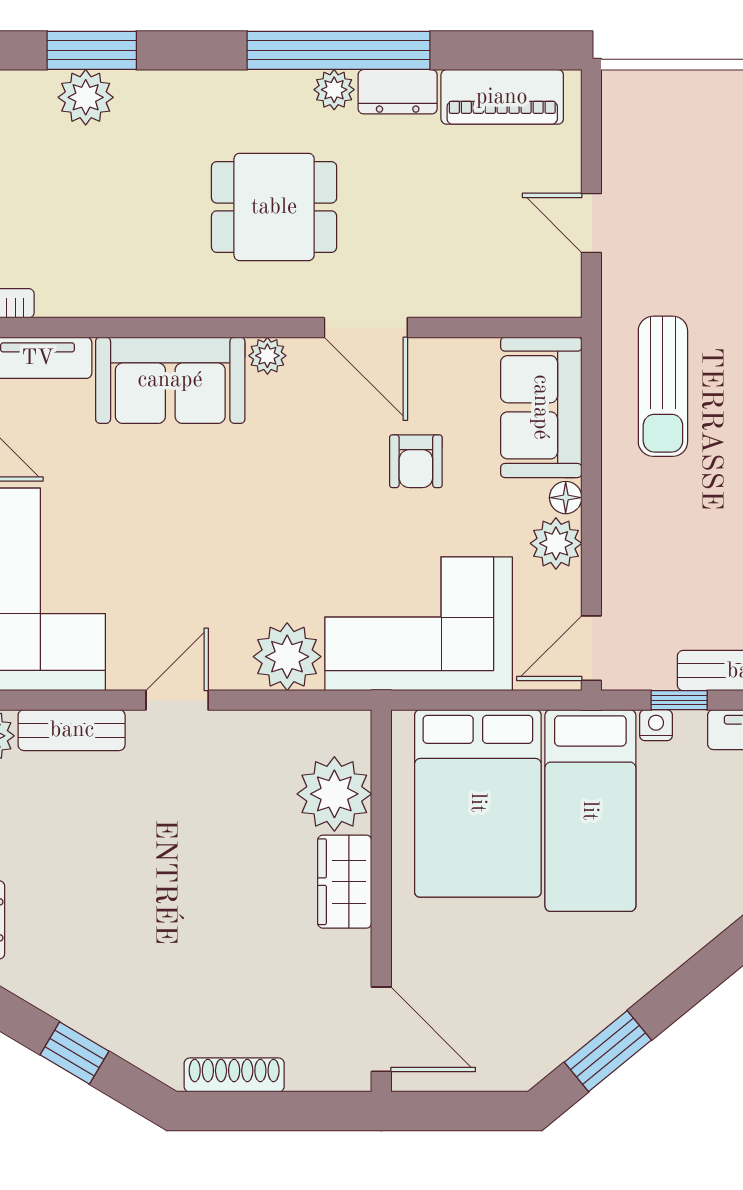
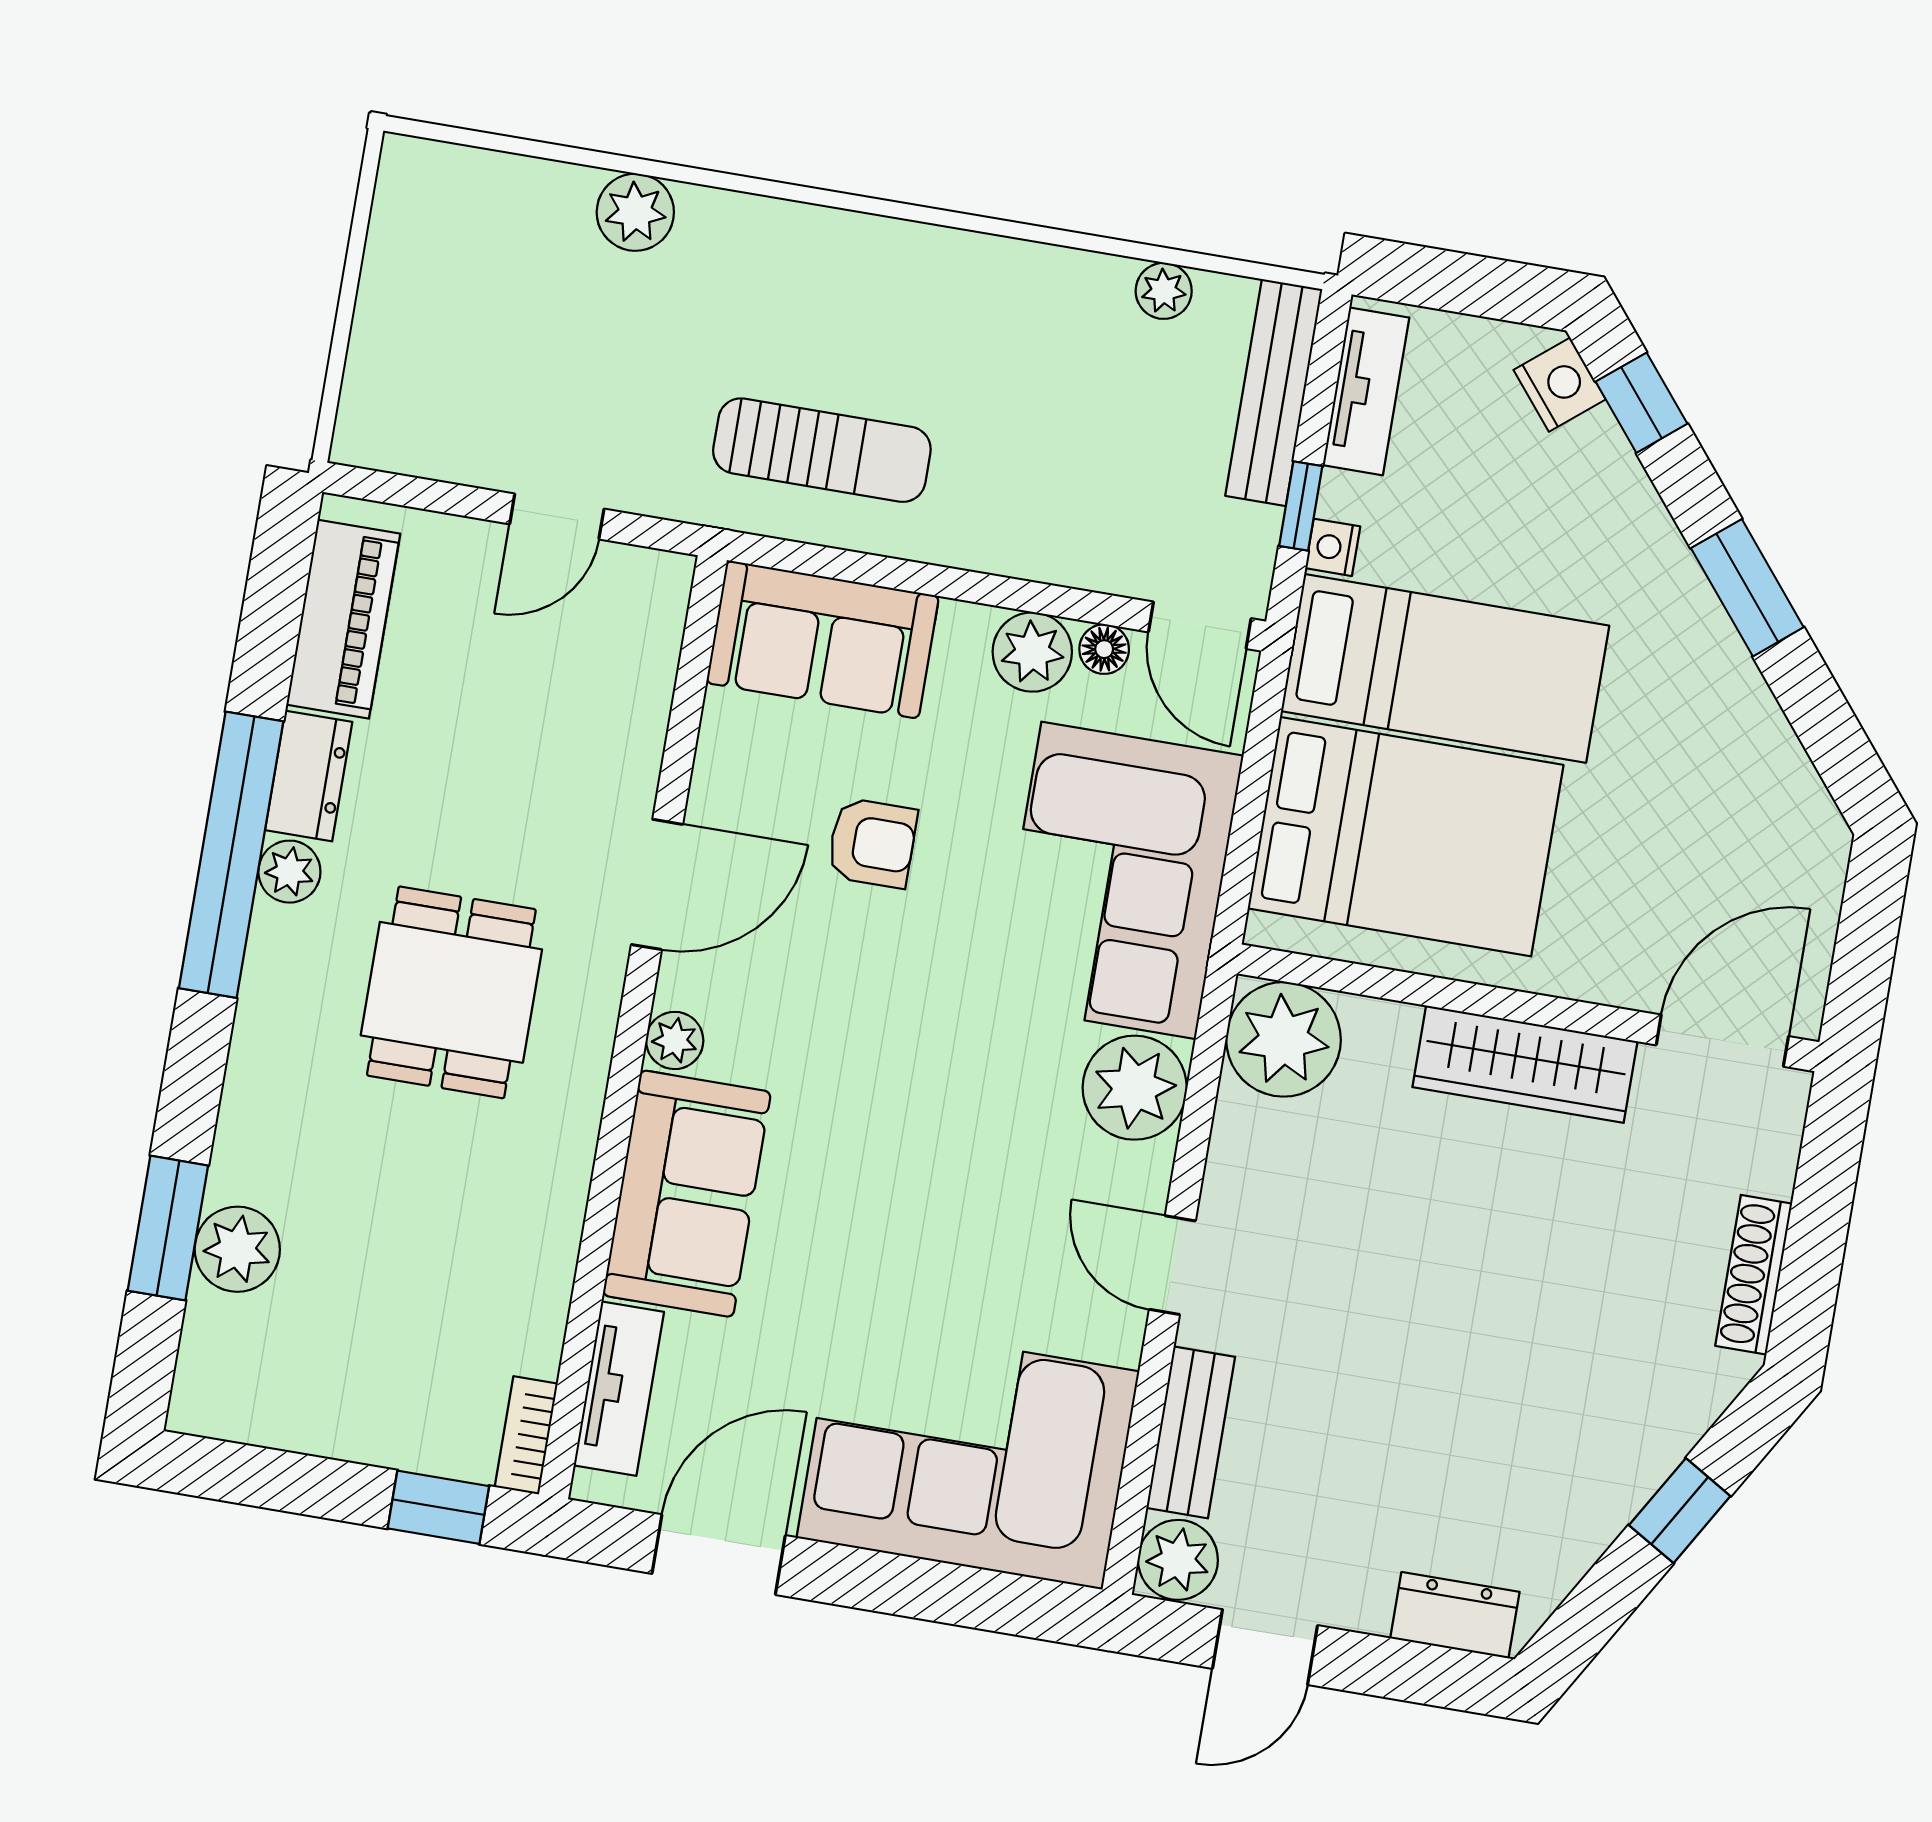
floor lamp: (566, 498) -> (1104, 649), moved
plant: (334, 794) -> (1284, 1039), moved
wardrobe: (345, 882) -> (1525, 1064), width x1.50
window: (608, 1051) -> (1747, 588), moved

